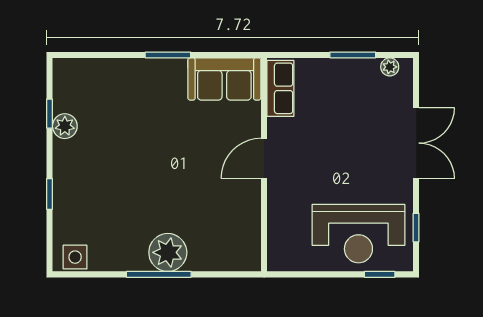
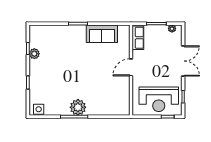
row of seats: (280, 88) -> (138, 38), moved
door: (264, 158) -> (131, 67), moved
wall: (264, 165) -> (131, 70), moved

